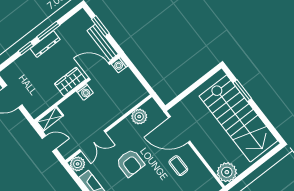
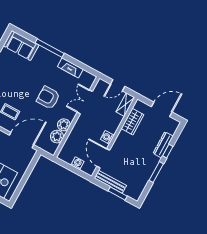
dresser: (45, 44) -> (163, 145), moved
washing machine: (120, 65) -> (77, 163), moved
door: (99, 71) -> (103, 158), swing flipped
wardrobe: (70, 82) -> (132, 122), moved
plant: (78, 164) -> (64, 125), moved

